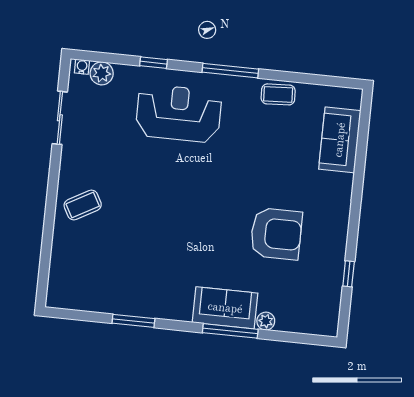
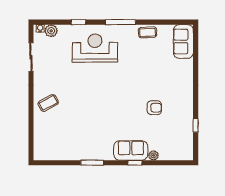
sofa: (340, 140) -> (183, 41), moved
armchair: (276, 234) -> (154, 108), width x0.53, depth x0.53
window: (133, 321) -> (92, 163), moved
window: (230, 331) -> (135, 163), width x0.46

